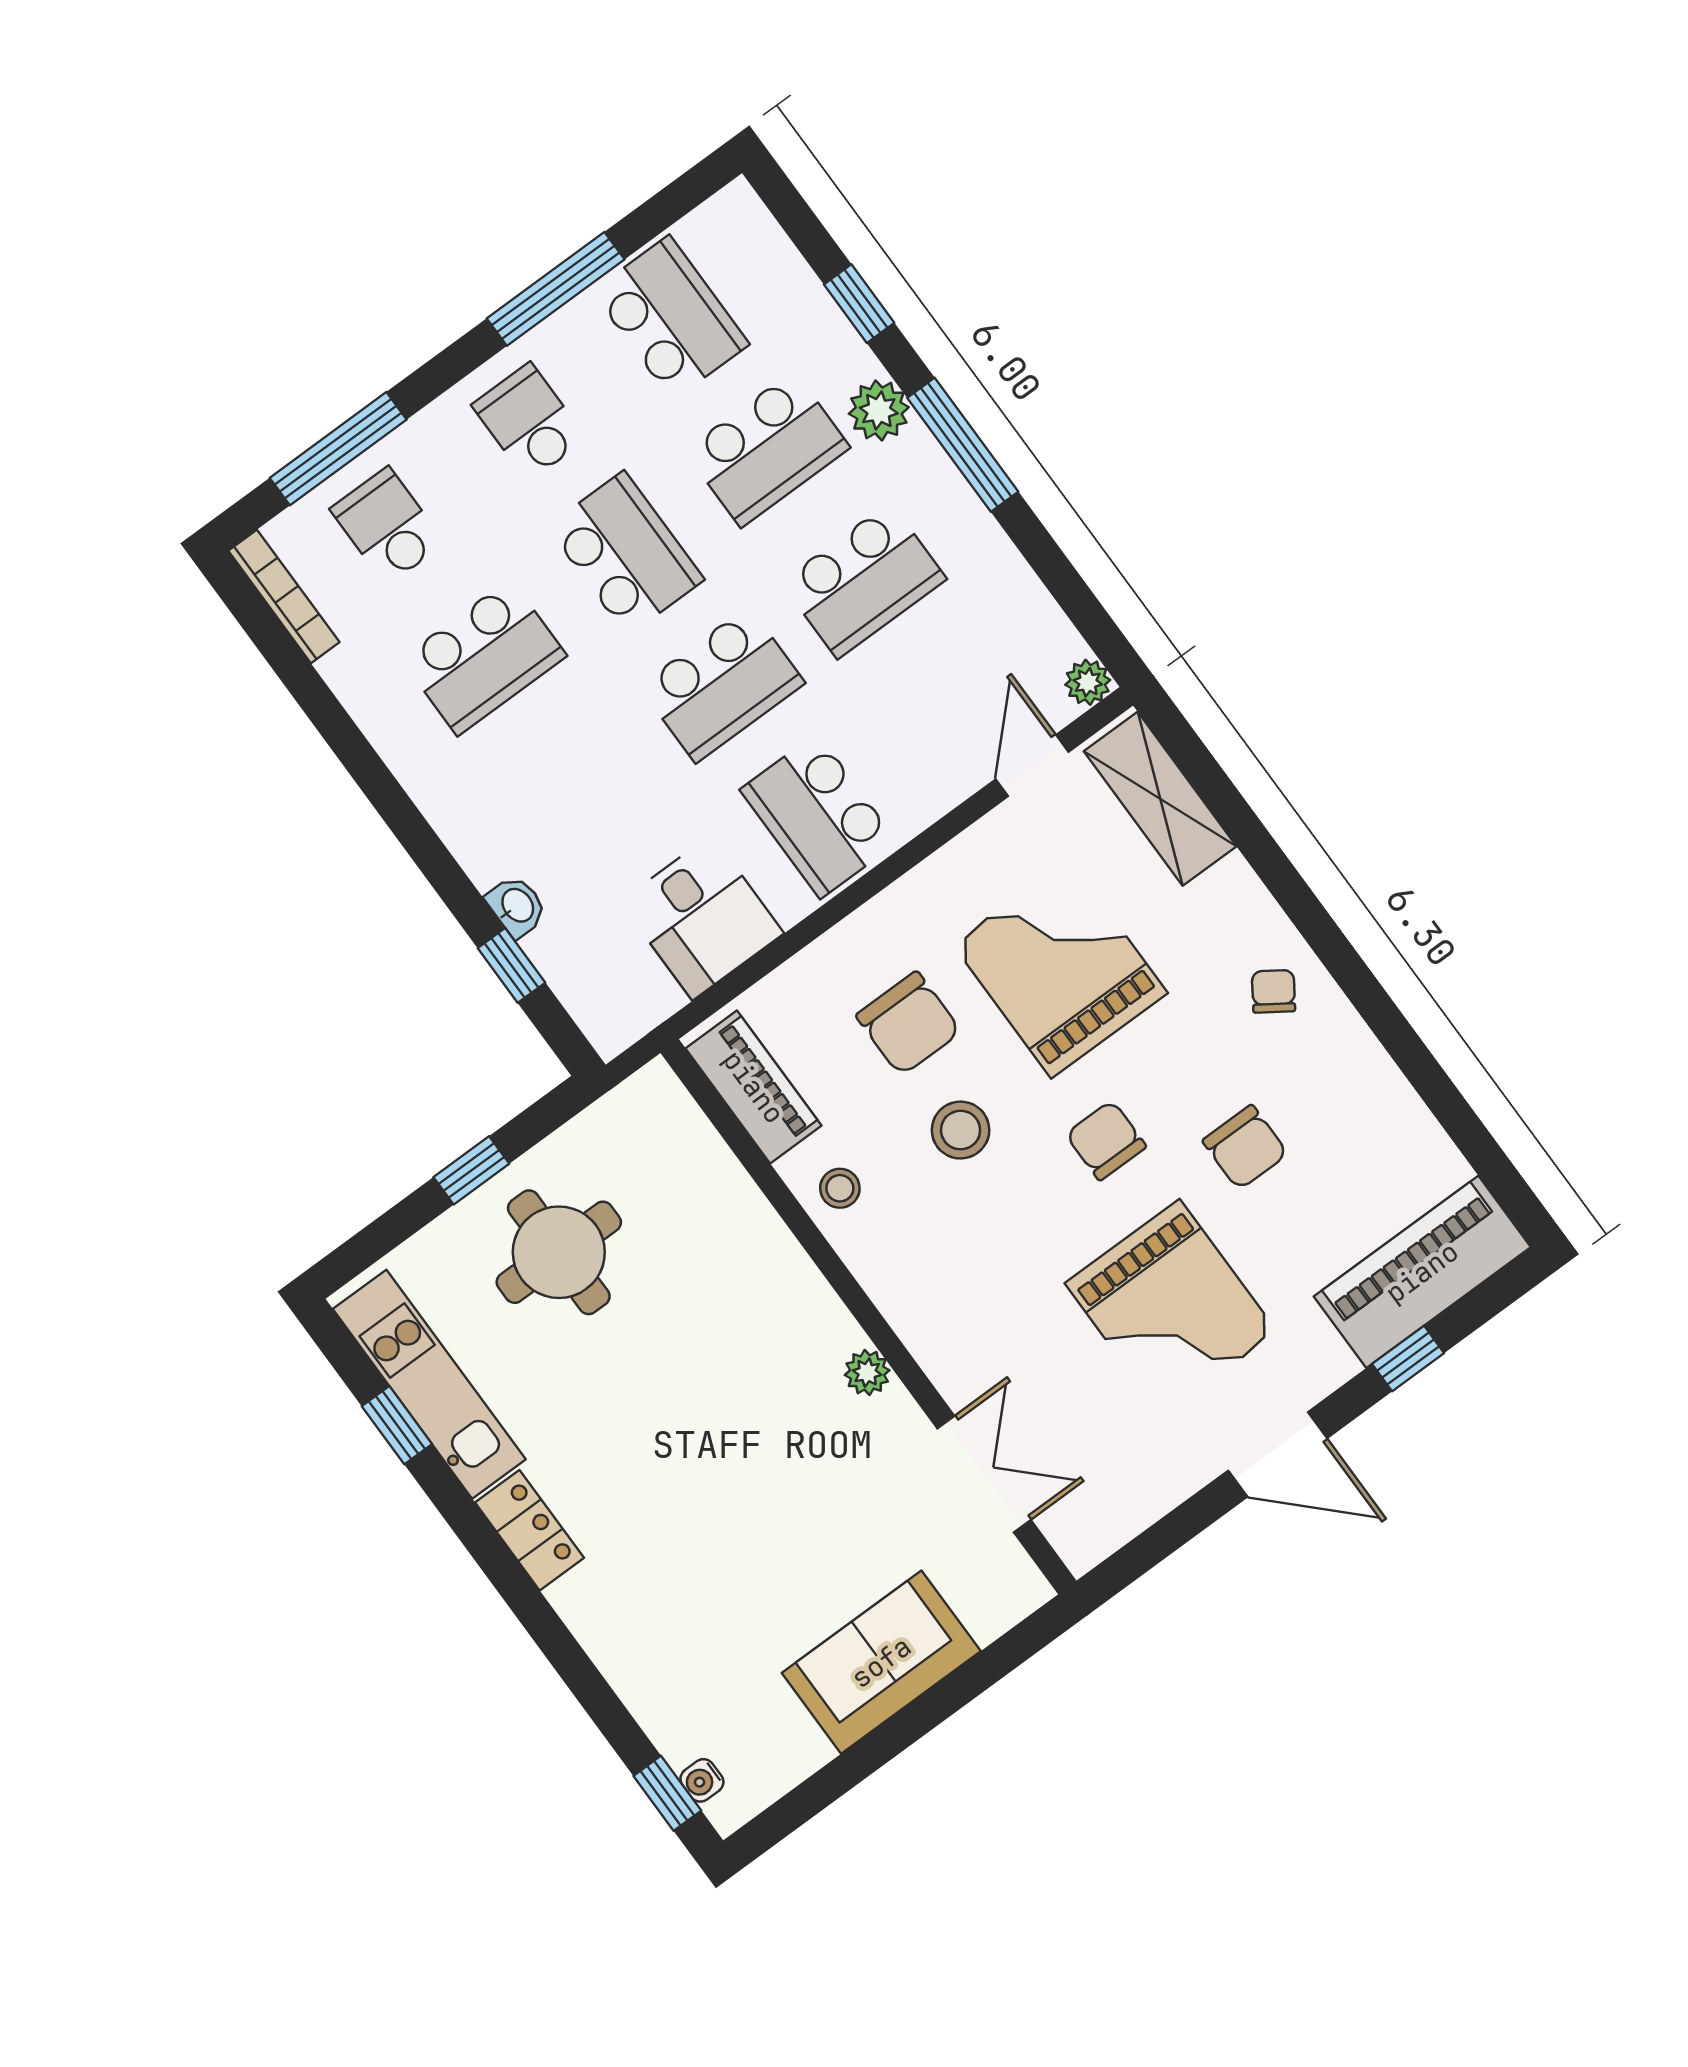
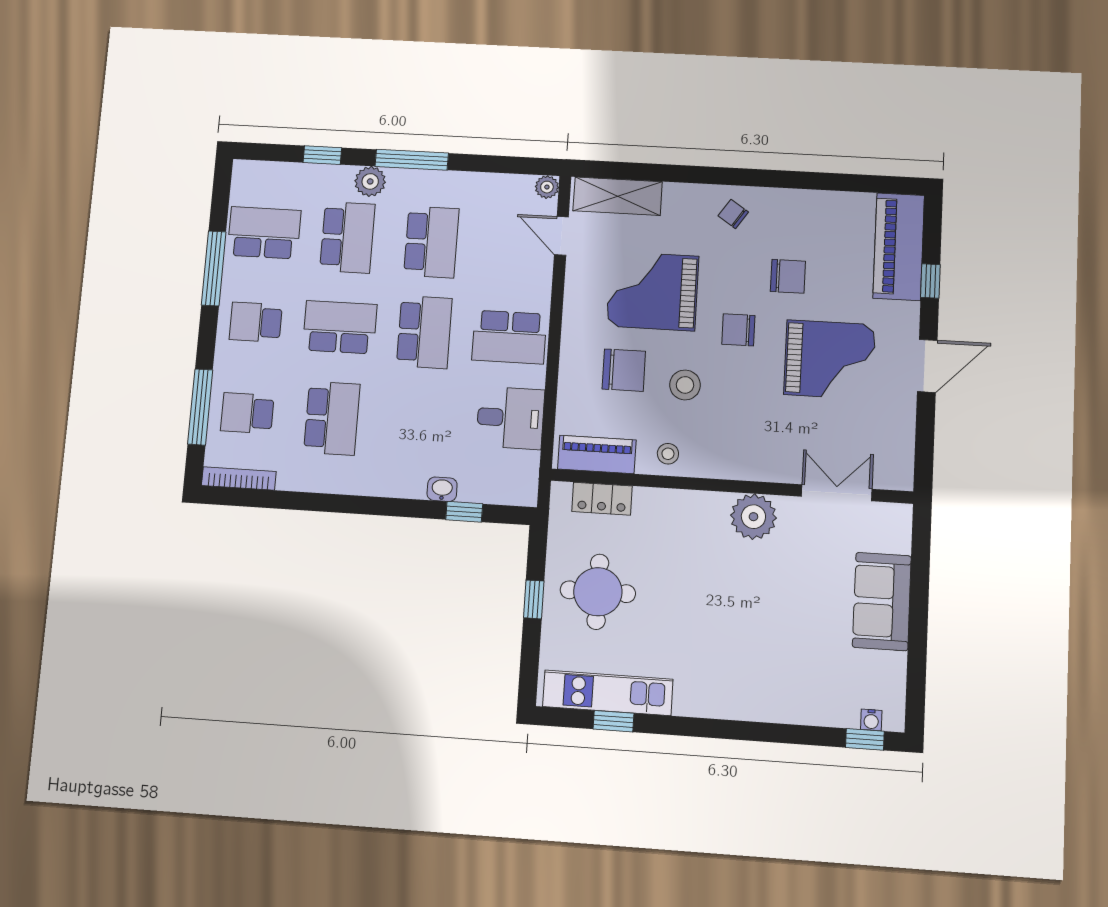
plant: (867, 1373) -> (753, 517), width x1.87, depth x1.87
locker: (530, 1530) -> (602, 499), moved, turned 180

